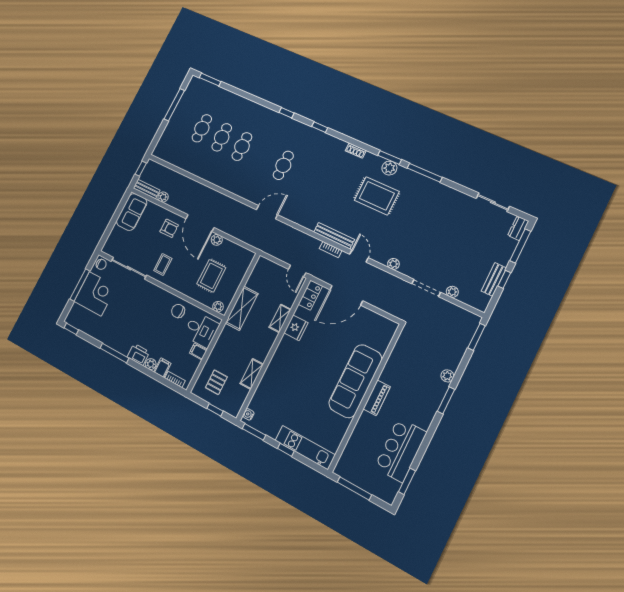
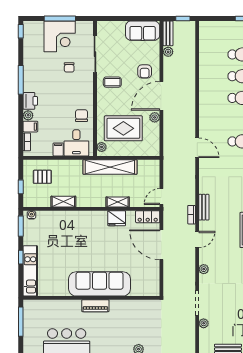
bench: (334, 236) -> (204, 207), width x0.73
chair: (101, 264) -> (69, 67), moved
rug: (211, 276) -> (123, 128), width x1.36, depth x1.43
shelving: (242, 308) -> (110, 167), width x1.47

